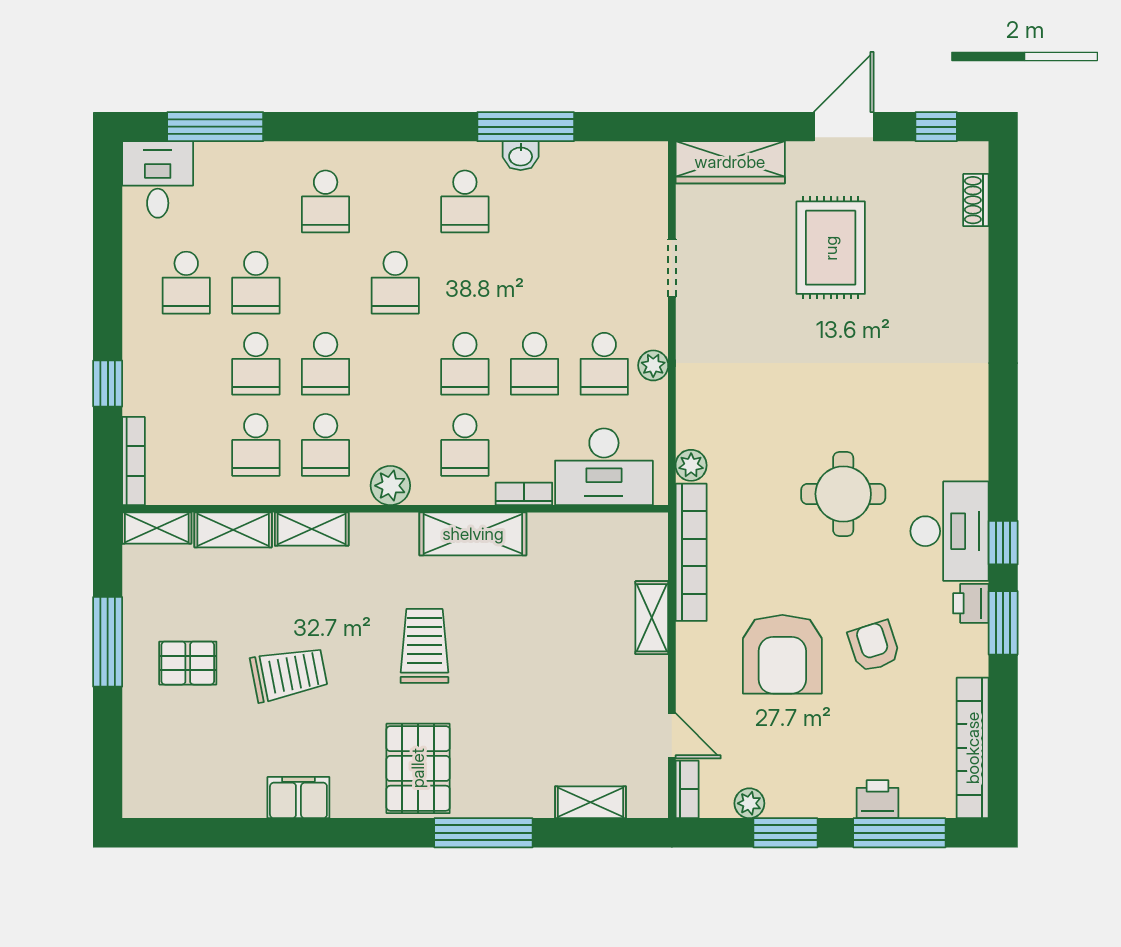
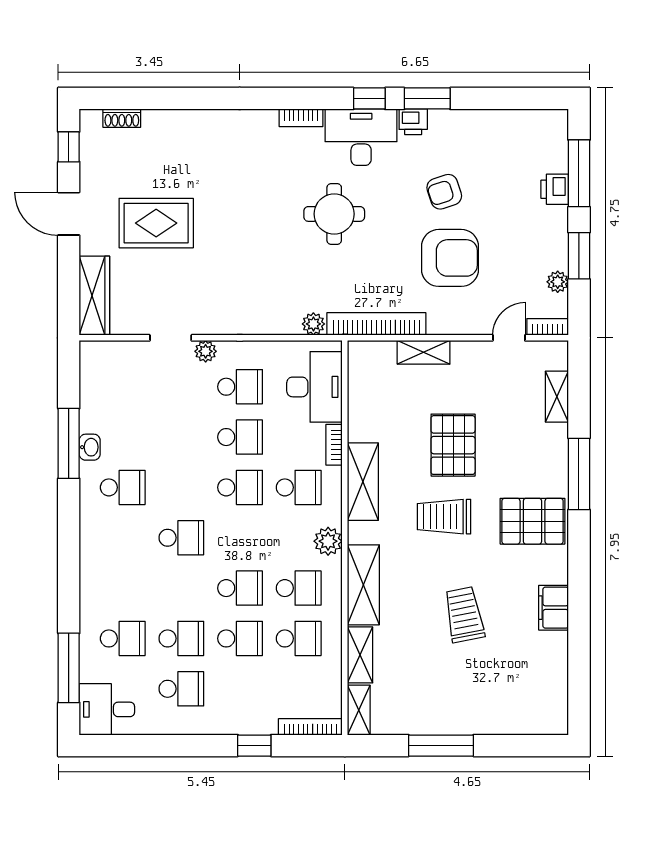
school desk: (326, 201) -> (123, 638), moved
plant: (653, 365) -> (206, 351), moved
shelving: (312, 529) -> (363, 585), width x1.50, depth x1.33
pallet: (188, 663) -> (453, 445), moved, width x1.50, depth x1.42
bookcase: (973, 748) -> (301, 118), moved, width x0.43, depth x0.76

